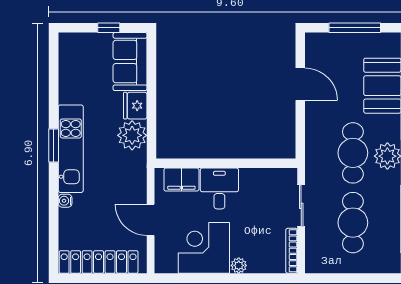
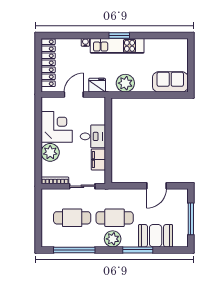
window: (109, 28) -> (191, 69), removed
fridge: (135, 106) -> (97, 85), moved
filing cabinet: (181, 180) -> (98, 160), moved
plant: (239, 265) -> (50, 152), width x1.88, depth x1.88

